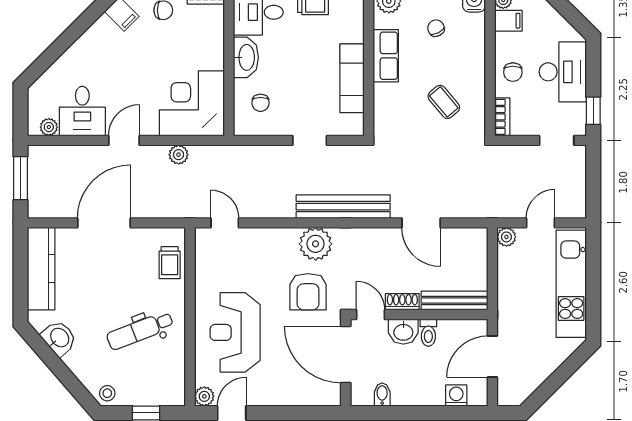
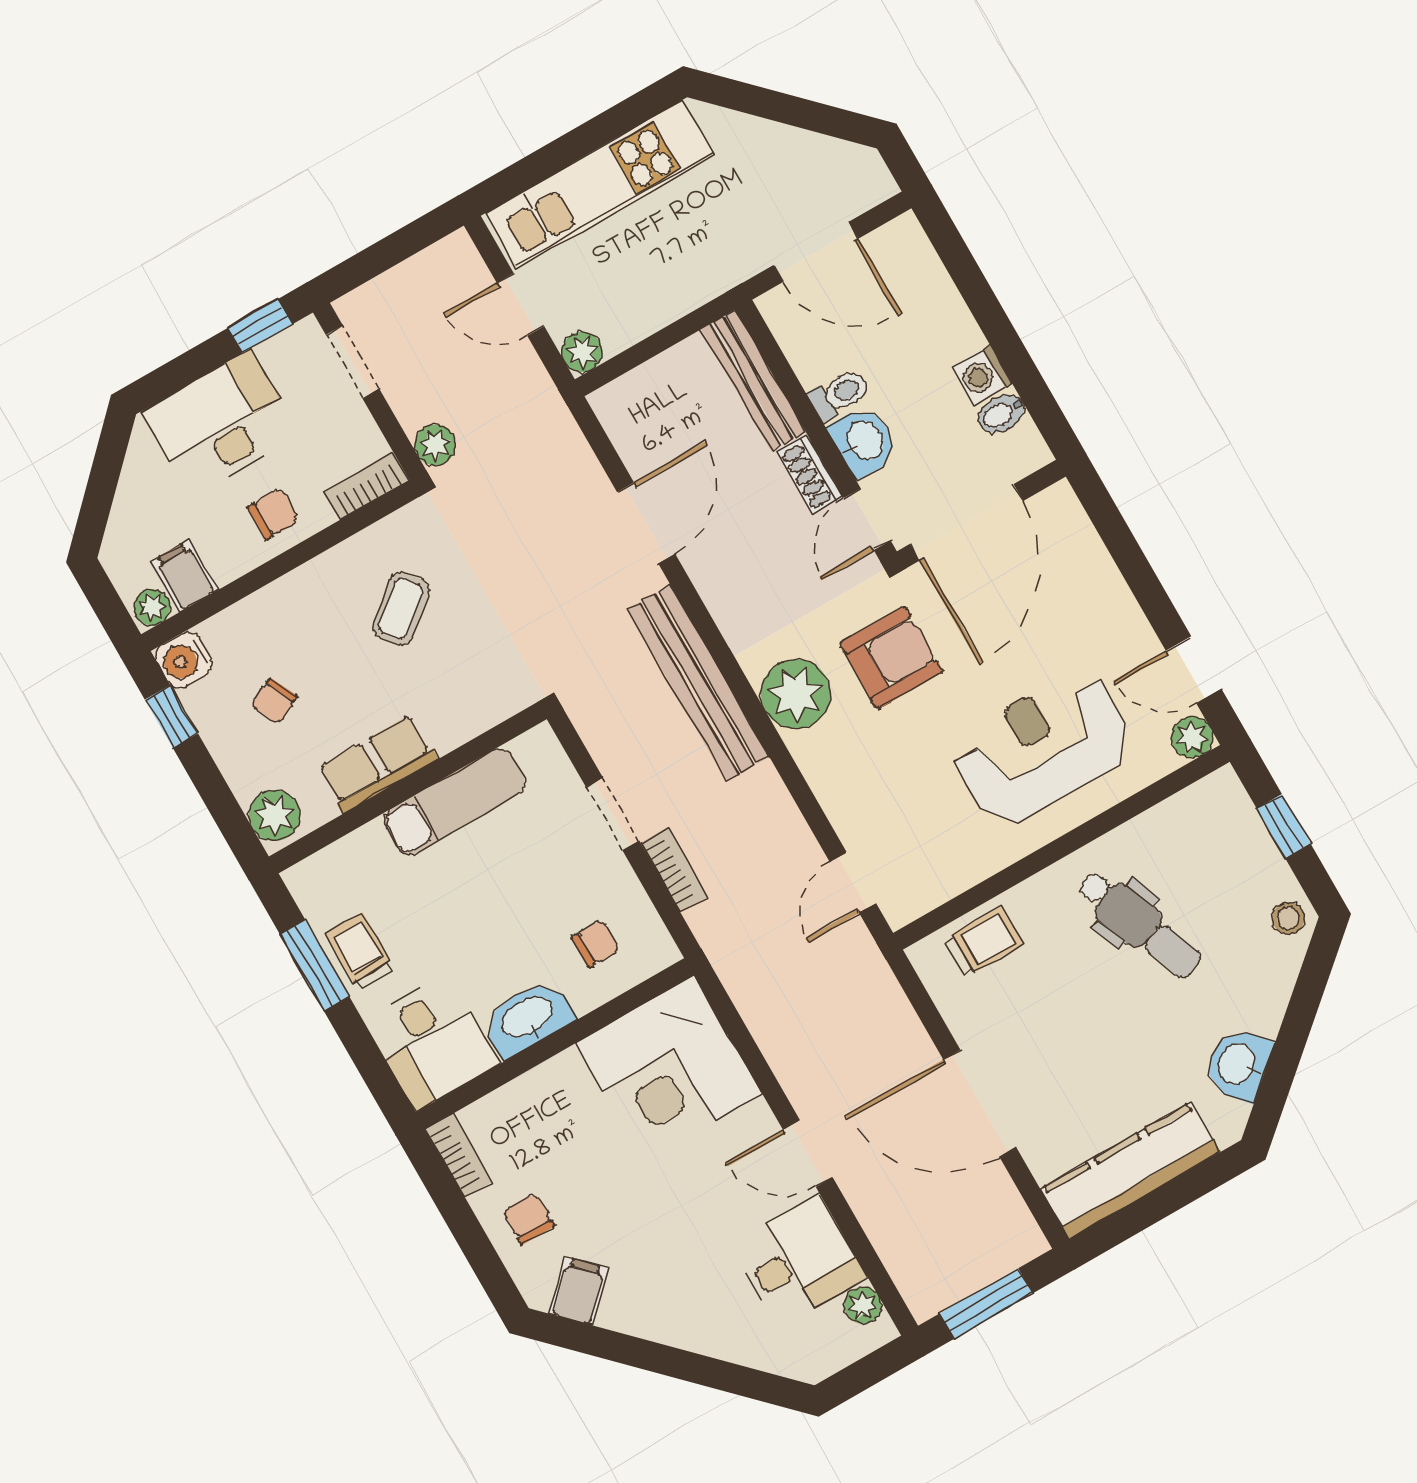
bookcase: (272, 153) -> (674, 870), added
plant: (179, 155) -> (435, 445), moved
reception desk: (235, 332) -> (1043, 748), turned 180
washing machine: (456, 396) -> (982, 375), moved

